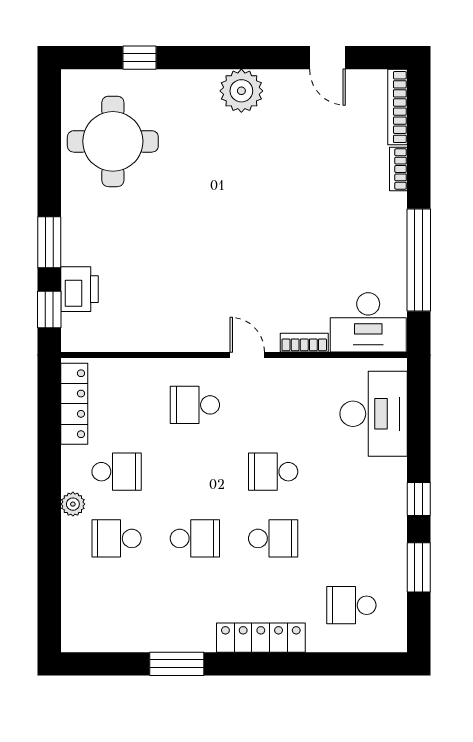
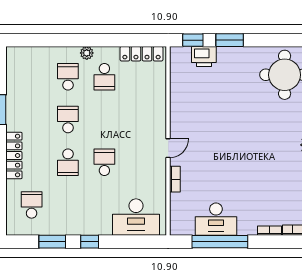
desk: (368, 322) -> (216, 219), moved, turned -90
school desk: (195, 405) -> (141, 120), removed
school desk: (195, 538) -> (68, 120), turned 180

